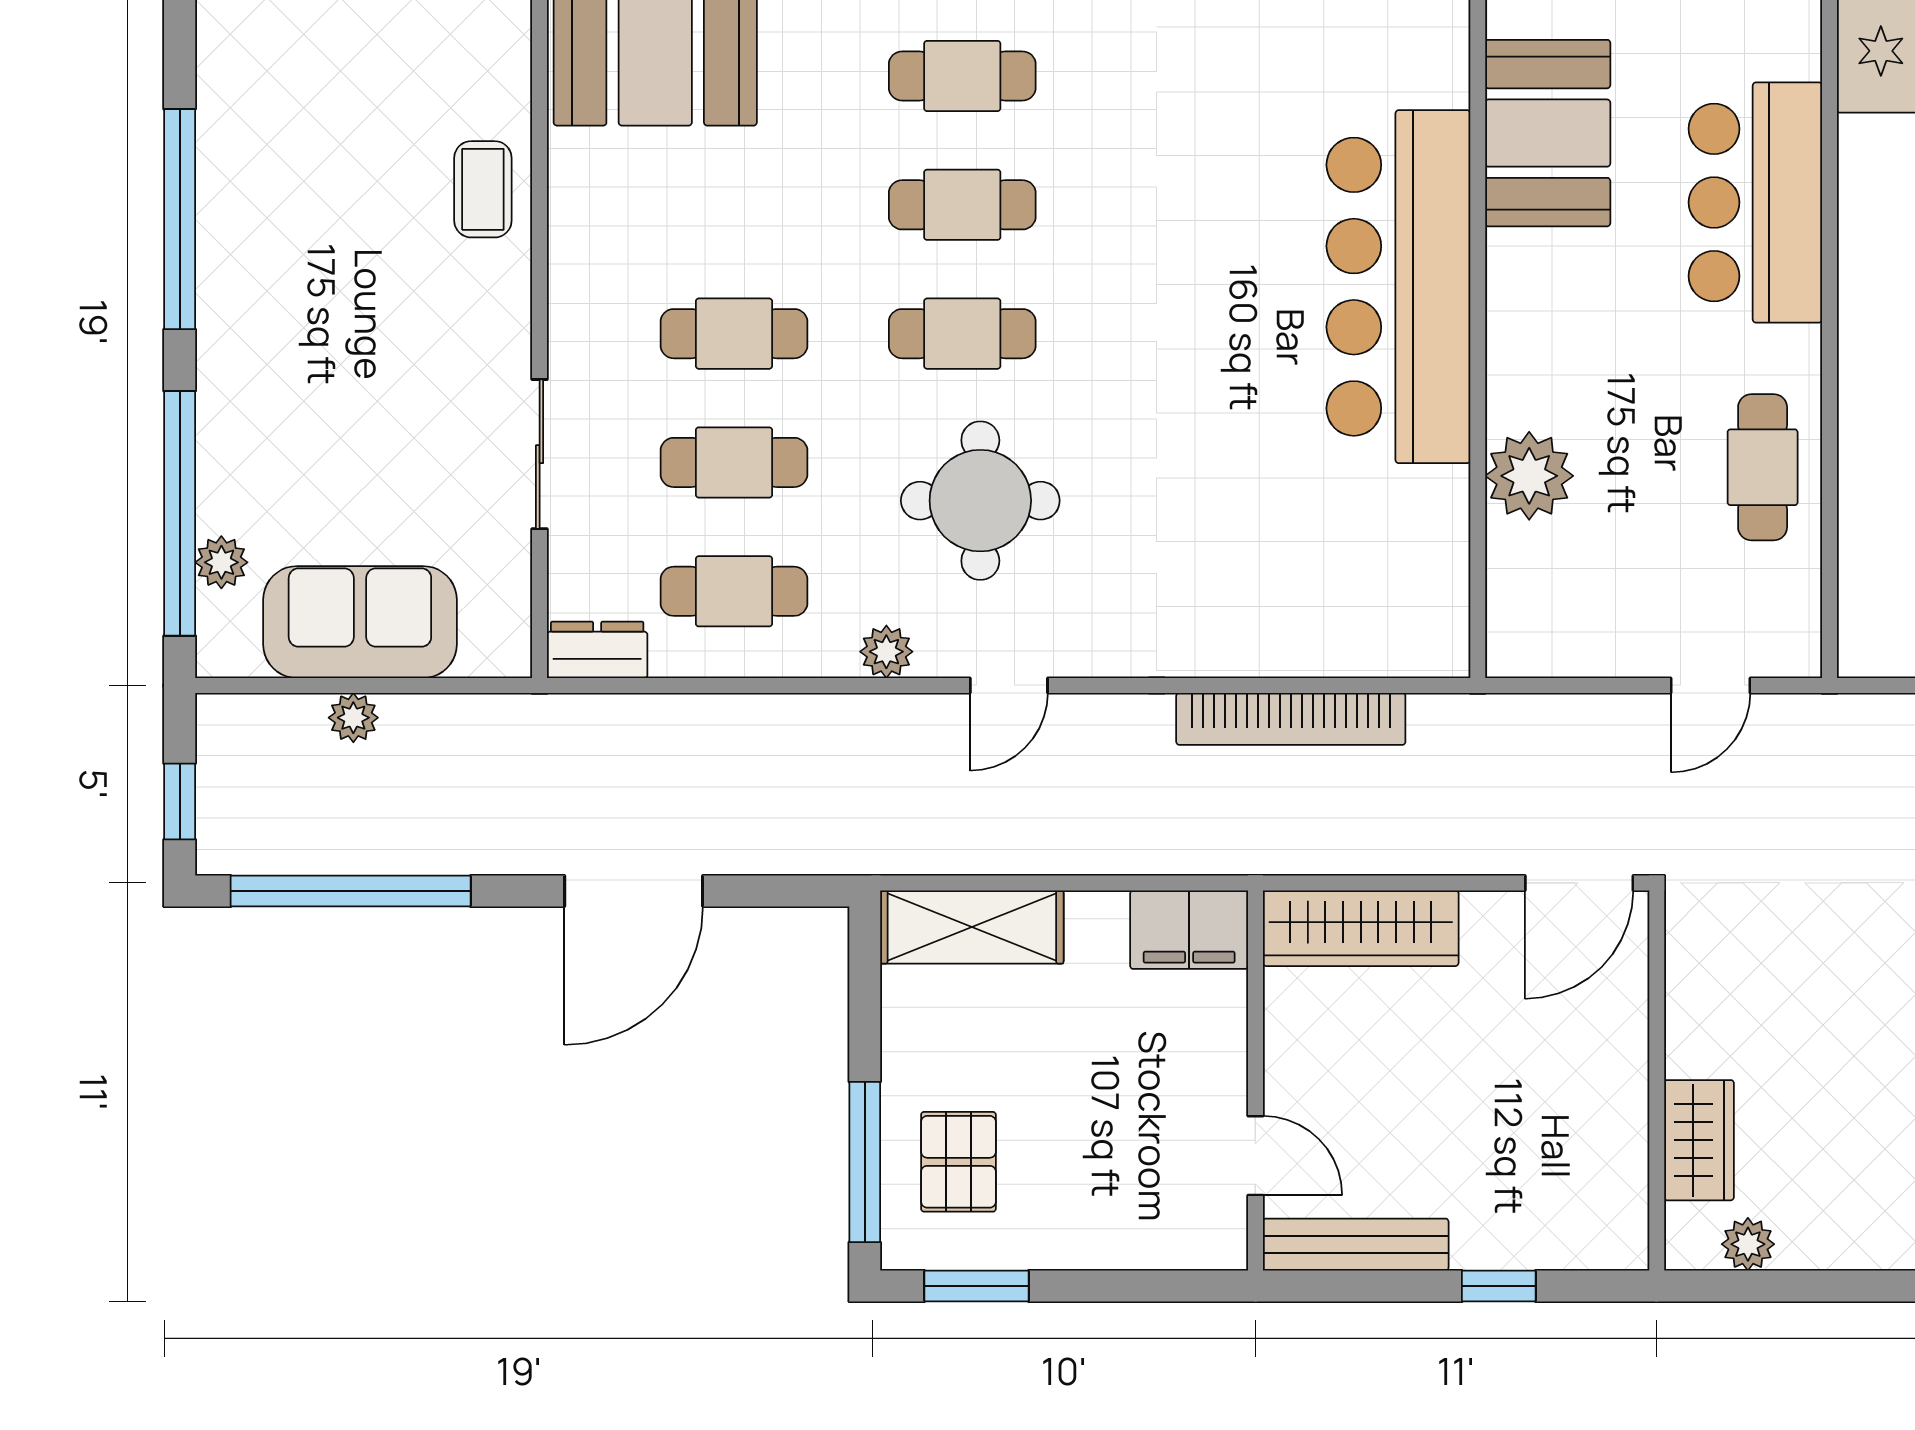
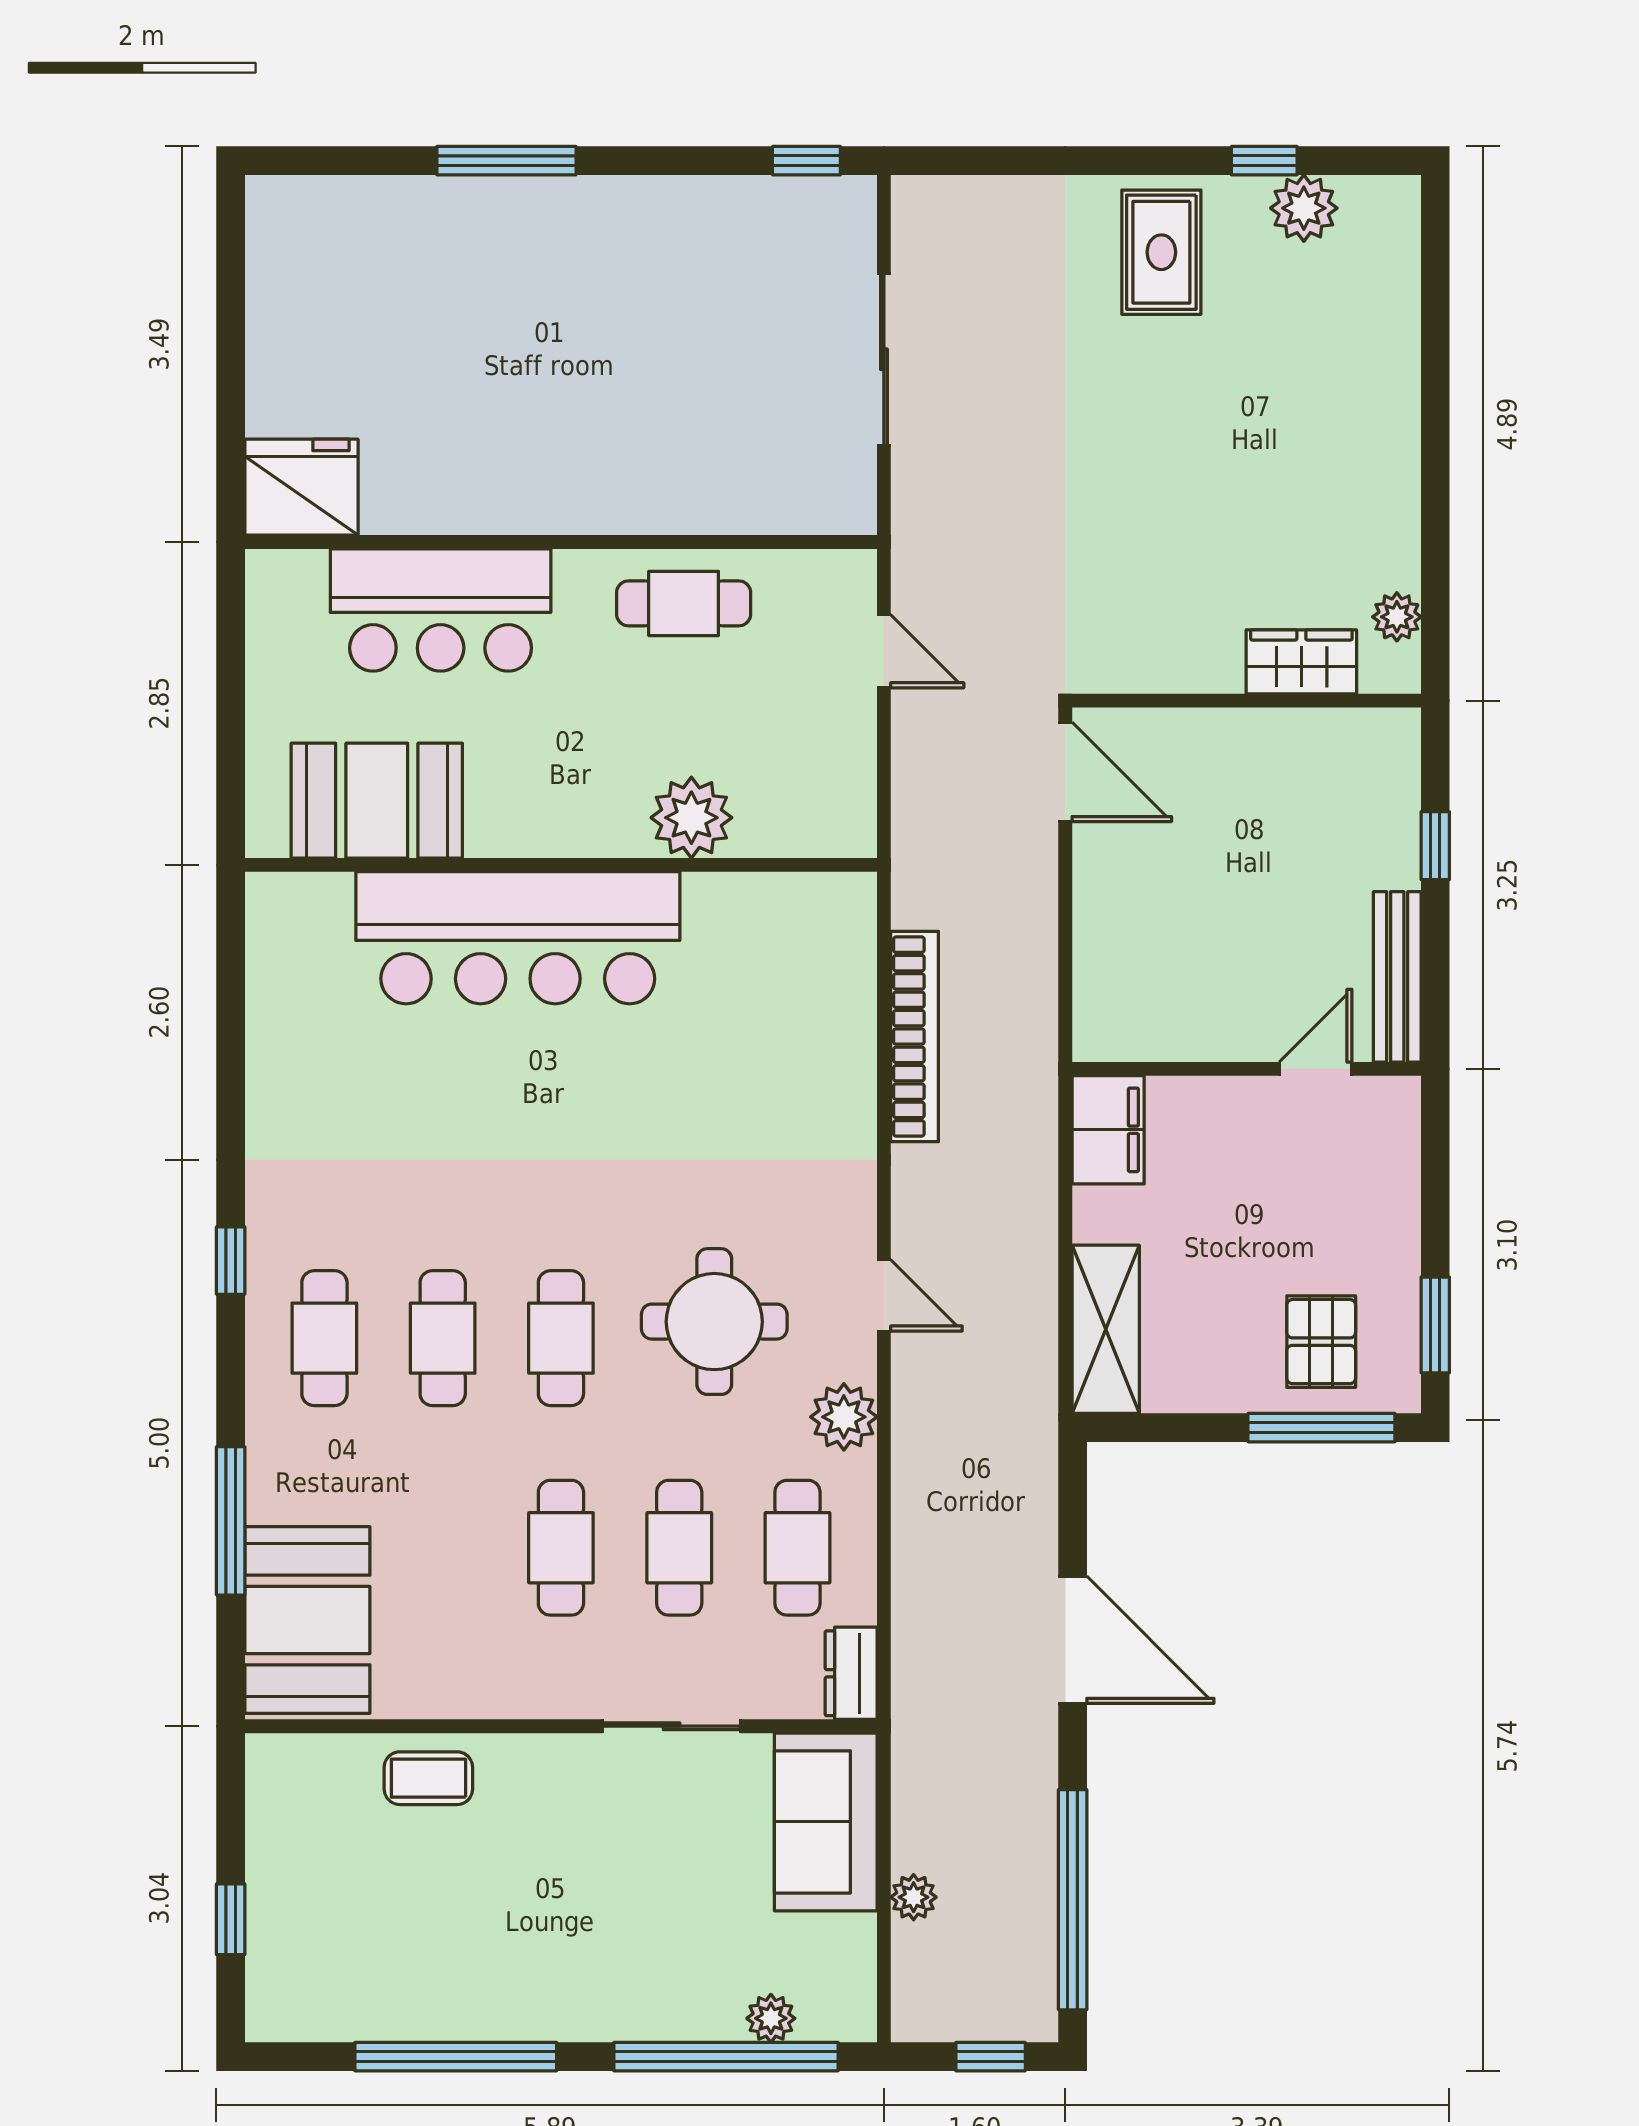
sofa: (360, 622) -> (826, 1822), moved
plant: (886, 652) -> (844, 1417), width x1.38, depth x1.38
wardrobe: (1361, 928) -> (1107, 972), removed
pallet: (958, 1162) -> (1321, 1342), turned 90

